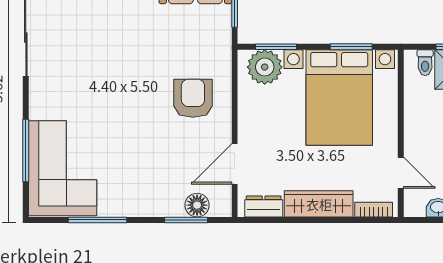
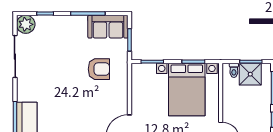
plant: (265, 67) -> (146, 73), removed
armchair: (193, 98) -> (99, 69), moved, turned 90

